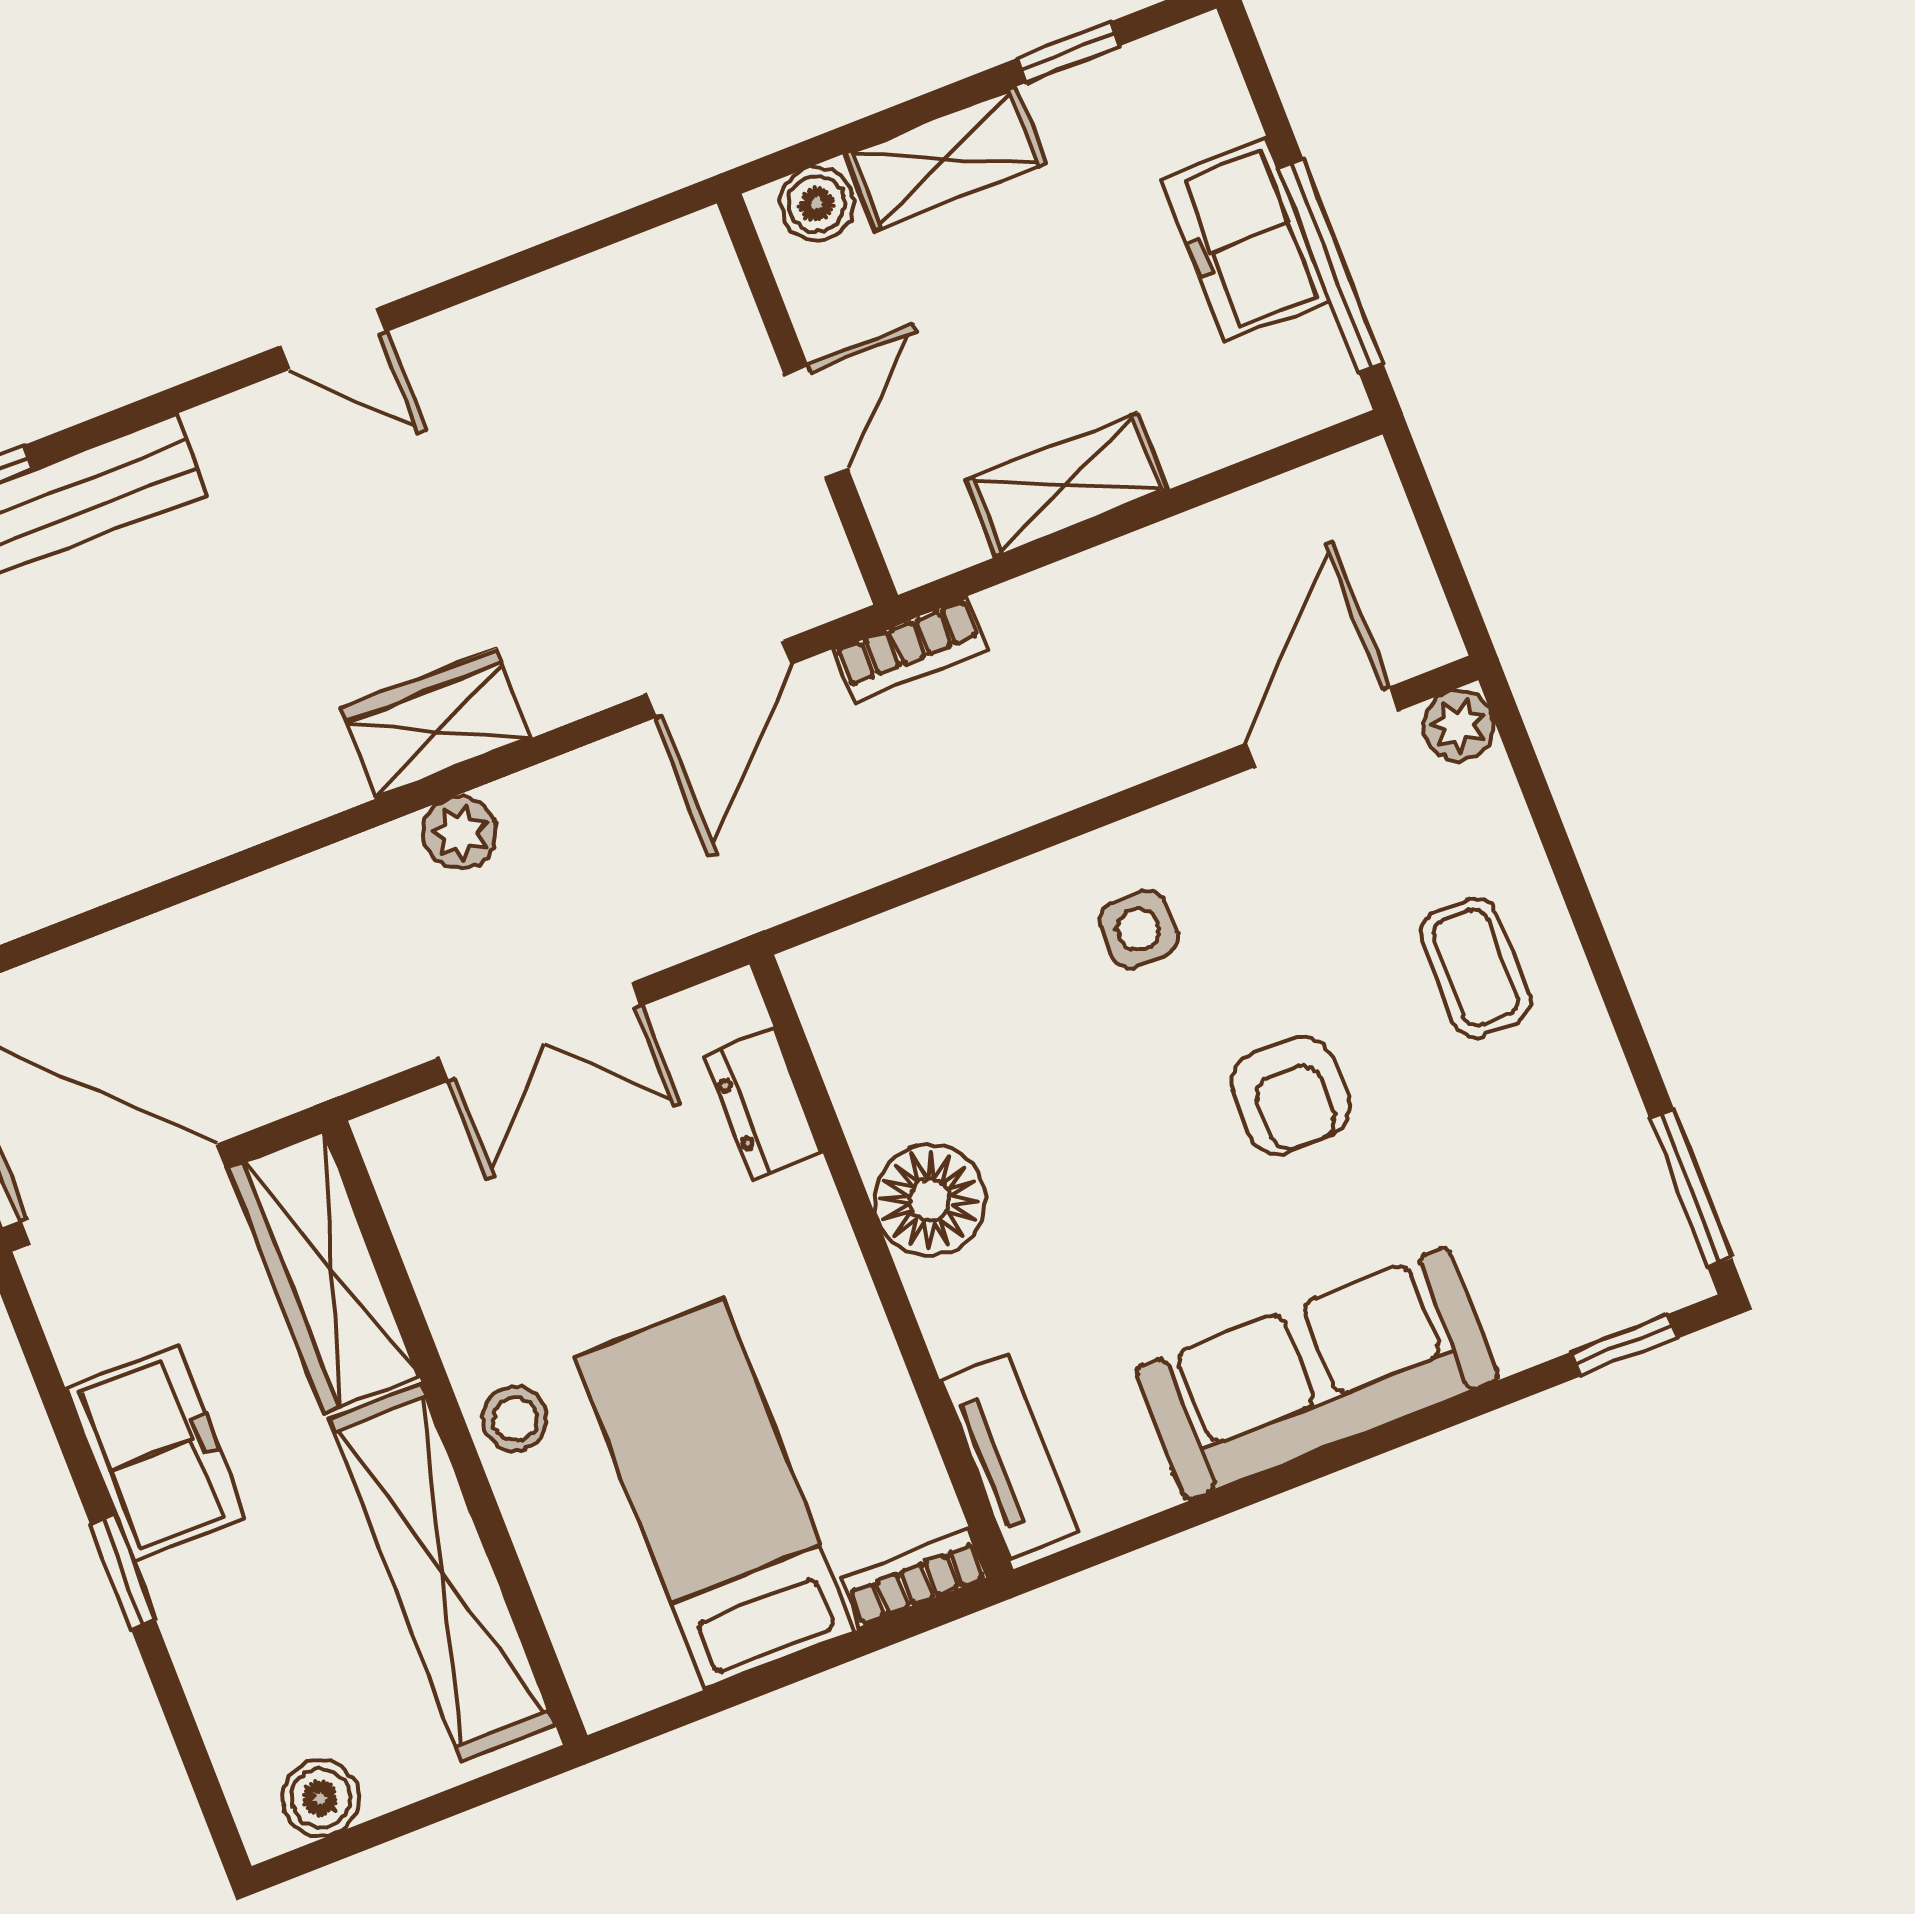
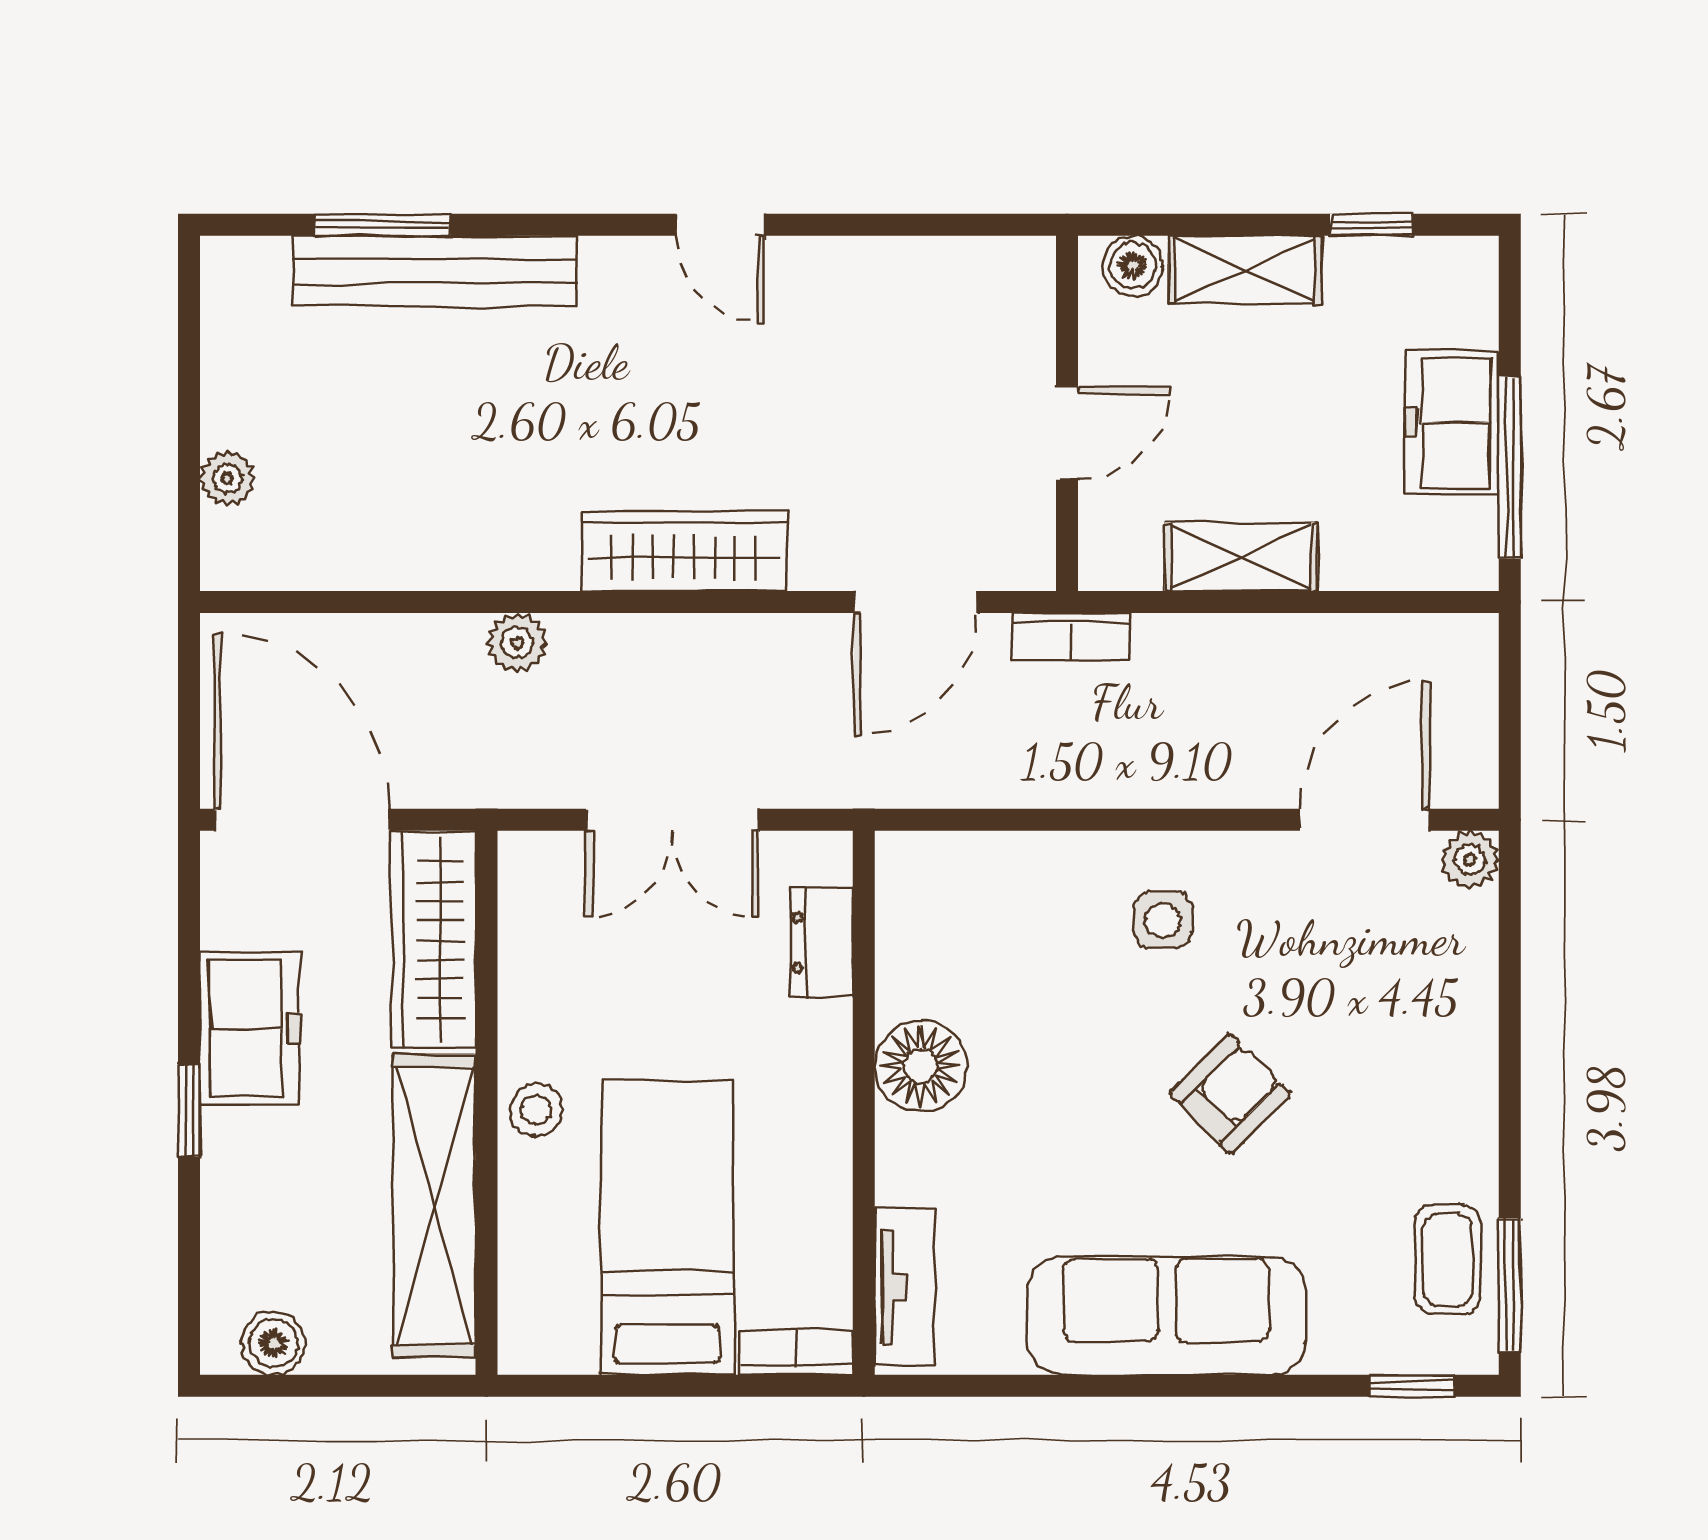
wardrobe: (436, 723) -> (684, 551), width x1.50
plant: (460, 833) -> (517, 643), moved
coffee table: (1476, 968) -> (1448, 1260), moved
armchair: (1291, 1095) -> (1230, 1094), turned -135

